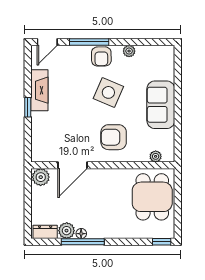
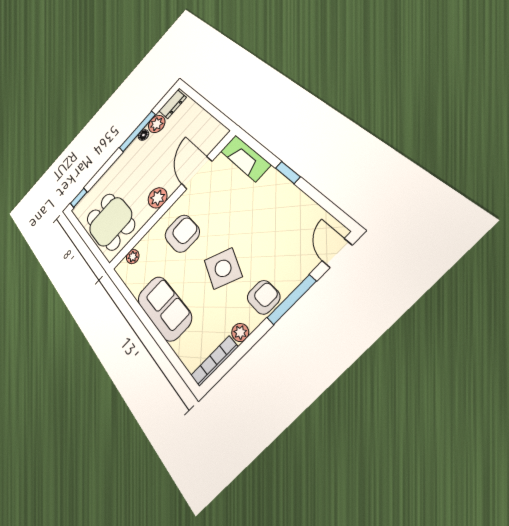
bookcase: (155, 50) -> (214, 361), added
armchair: (101, 56) -> (264, 297), turned 91
fireplace: (39, 90) -> (245, 158), moved
plant: (41, 177) -> (158, 198), moved

